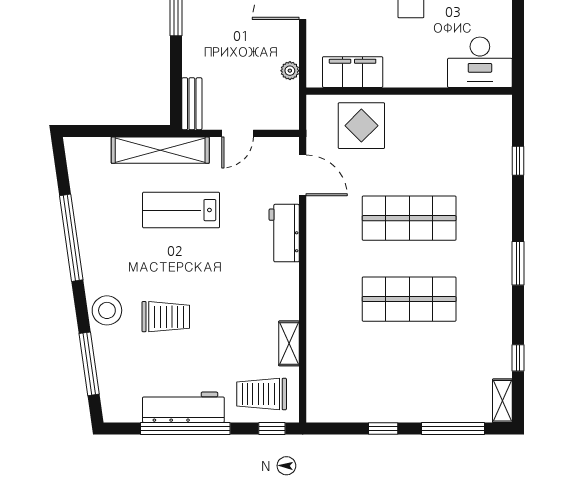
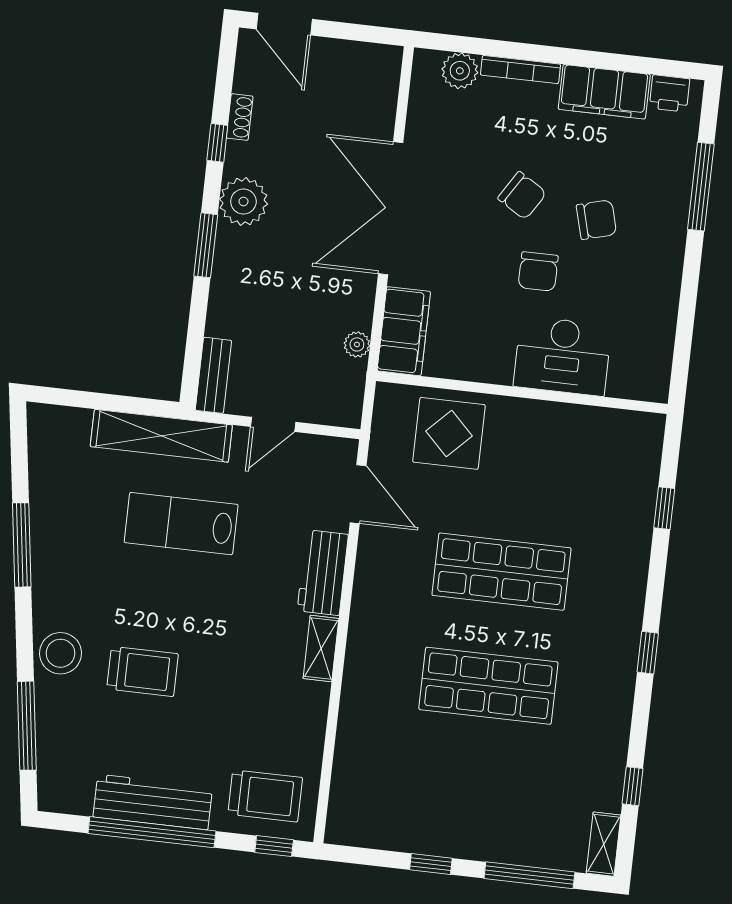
desk: (480, 62) -> (563, 356), moved
filing cabinet: (353, 72) -> (404, 331), moved, turned 90
window: (71, 238) -> (22, 545), width x0.68
window: (518, 263) -> (648, 653), width x0.67
shelving: (289, 343) -> (321, 649), moved
trolley: (262, 394) -> (265, 796), turned 180

